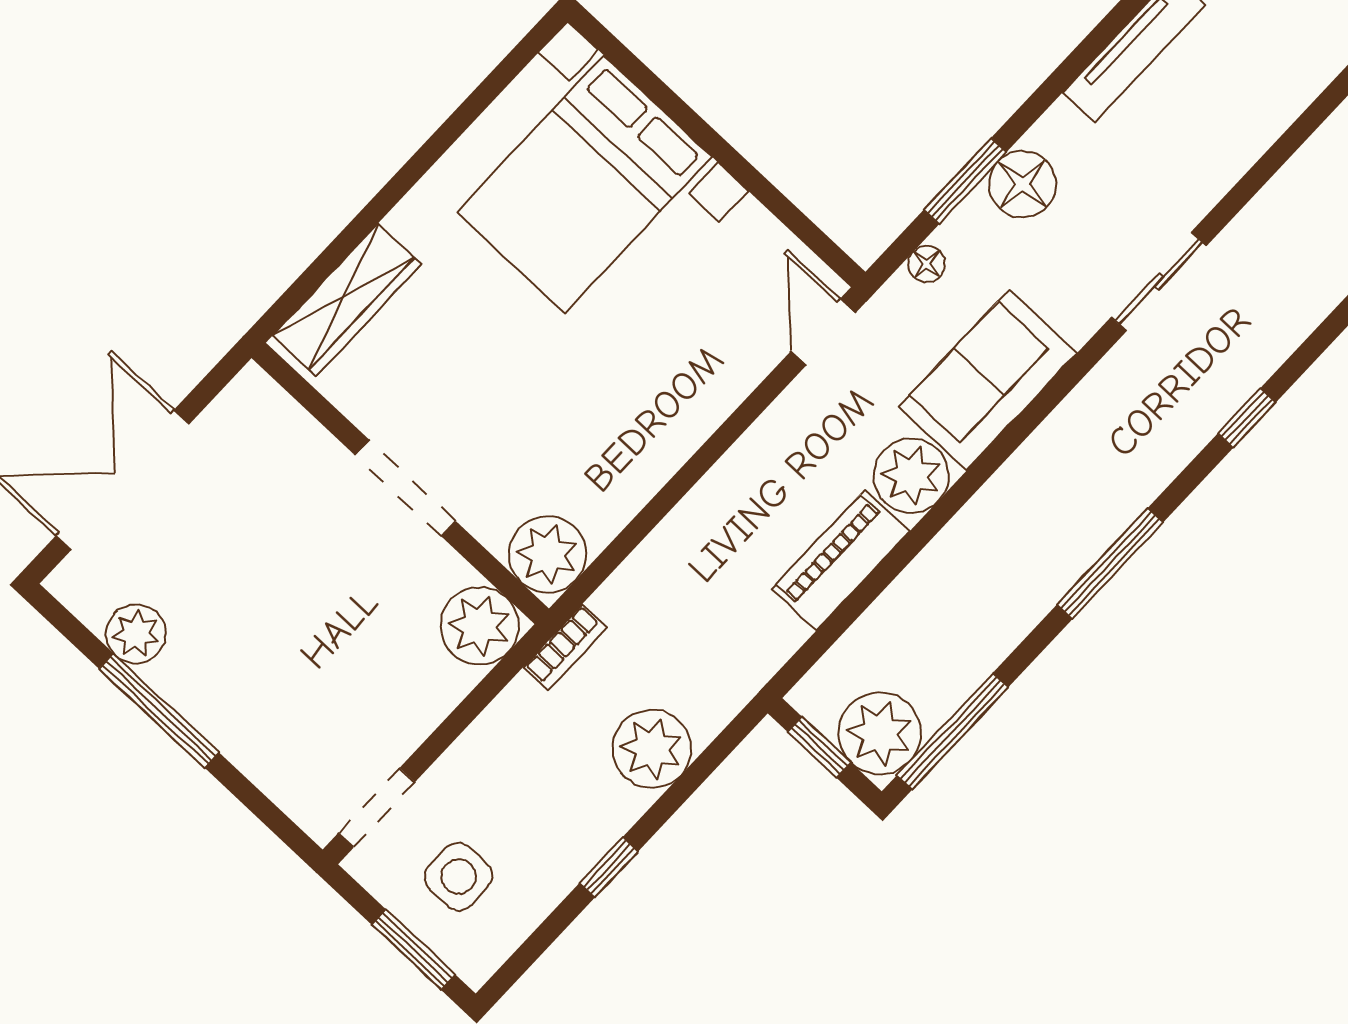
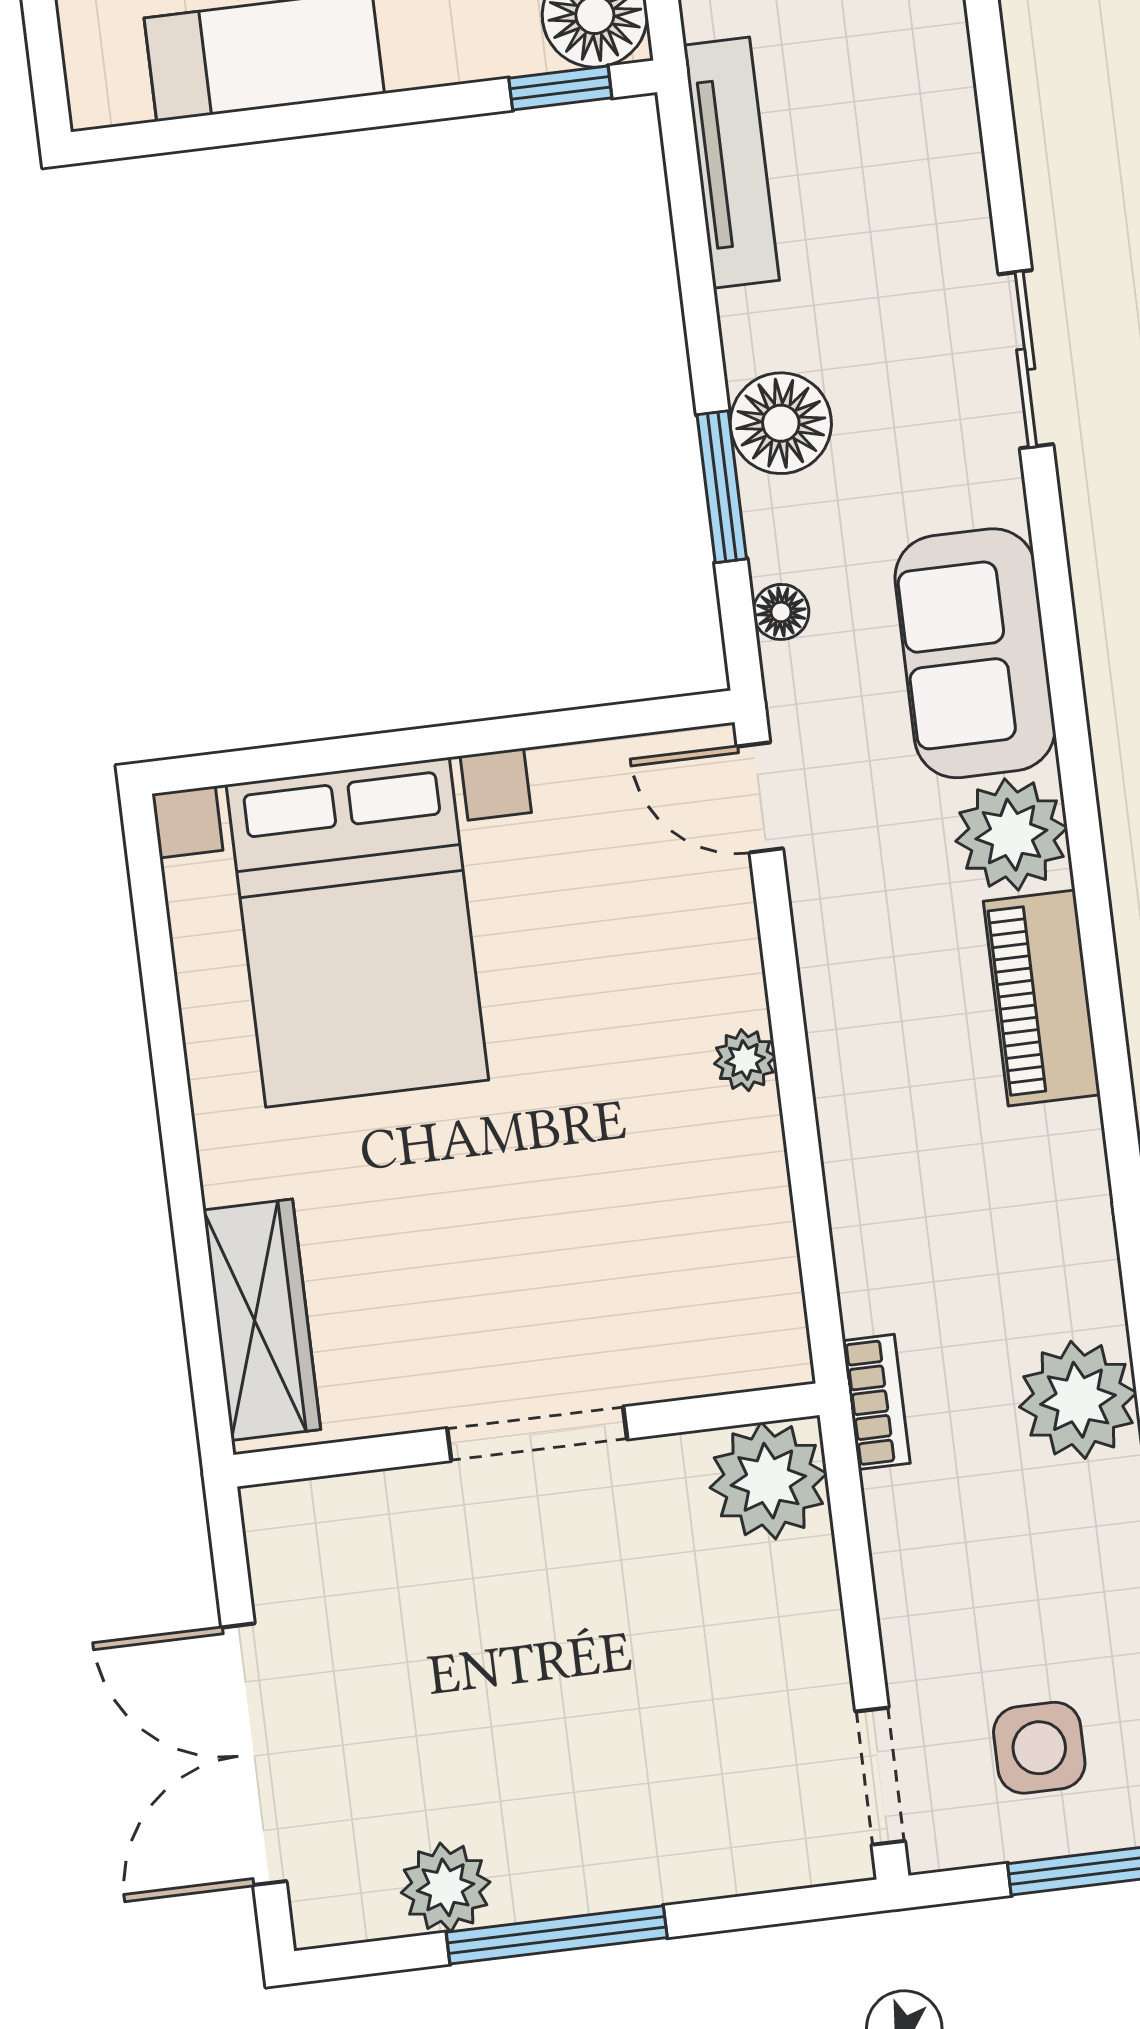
plant: (547, 554) -> (745, 1060), moved, width x0.53, depth x0.53

